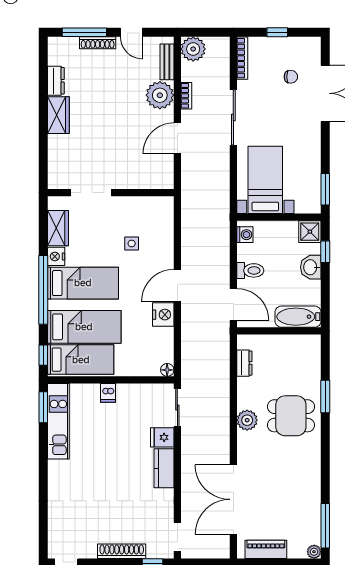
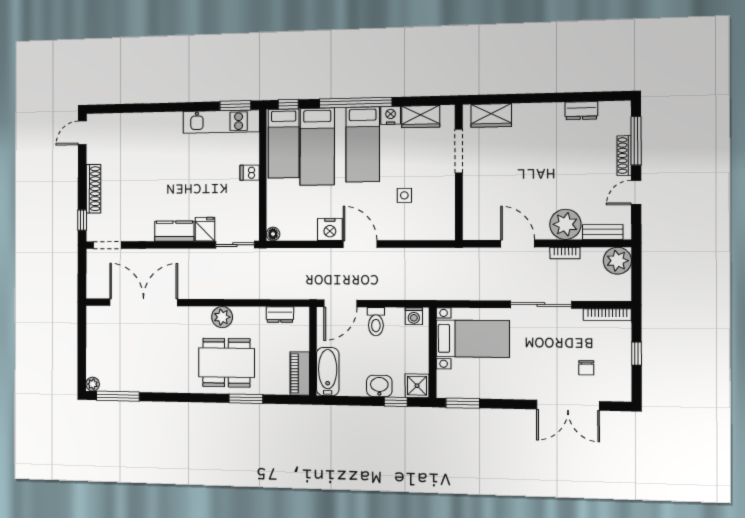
wardrobe: (58, 115) -> (491, 115), moved
dining table: (291, 416) -> (226, 363), width x1.38
piano: (266, 549) -> (300, 373), moved, turned 180

